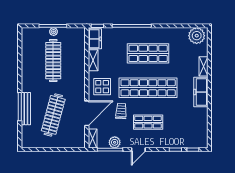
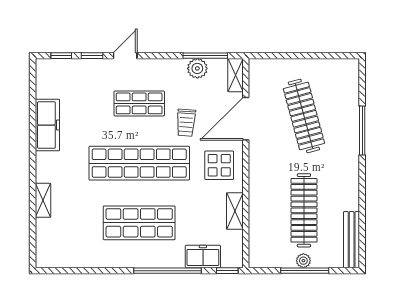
plant: (197, 36) -> (55, 254), removed
freezer: (95, 39) -> (203, 257), moved, turned 90
freezer: (201, 92) -> (47, 125), moved
bench: (26, 109) -> (352, 240), moved
clothes rail: (53, 115) -> (304, 116), turned -30
door: (138, 150) -> (125, 56), moved

